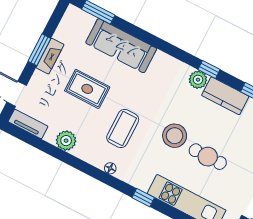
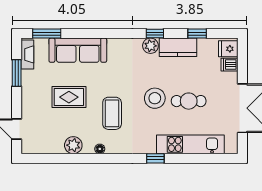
window: (39, 50) -> (17, 73), moved
fireplace: (50, 56) -> (27, 54), moved
tv unit: (28, 124) -> (37, 148), removed
floor lamp: (110, 168) -> (100, 149), moved

